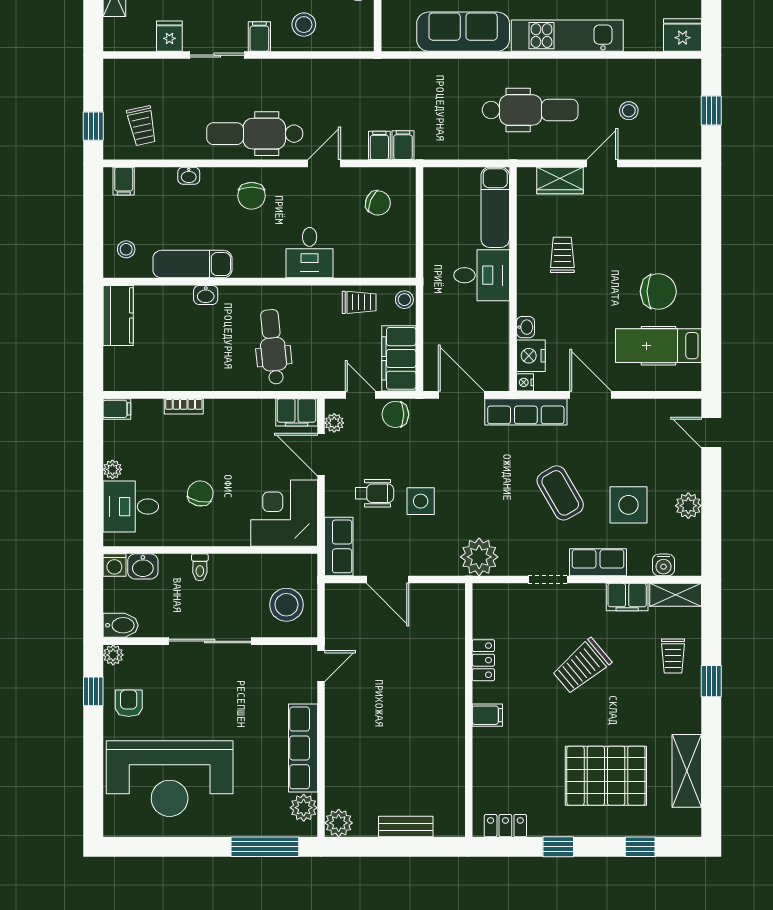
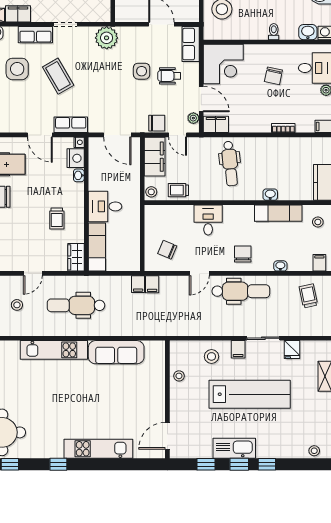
filing cabinet: (379, 145) -> (138, 284), moved
wardrobe: (560, 180) -> (76, 257), moved, turned -90
row of seats: (526, 412) -> (71, 125), width x0.68

